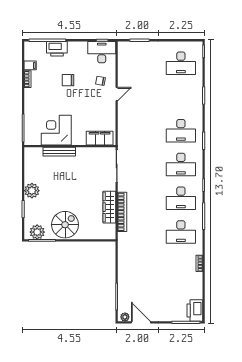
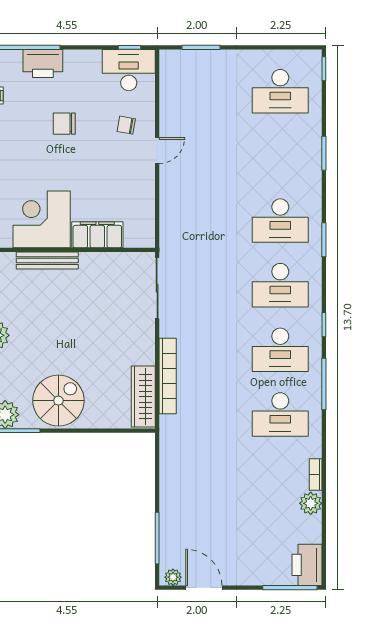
filing cabinet: (100, 138) -> (97, 235), moved
wardrobe: (109, 207) -> (143, 397), moved
plant: (197, 278) -> (311, 503), added

